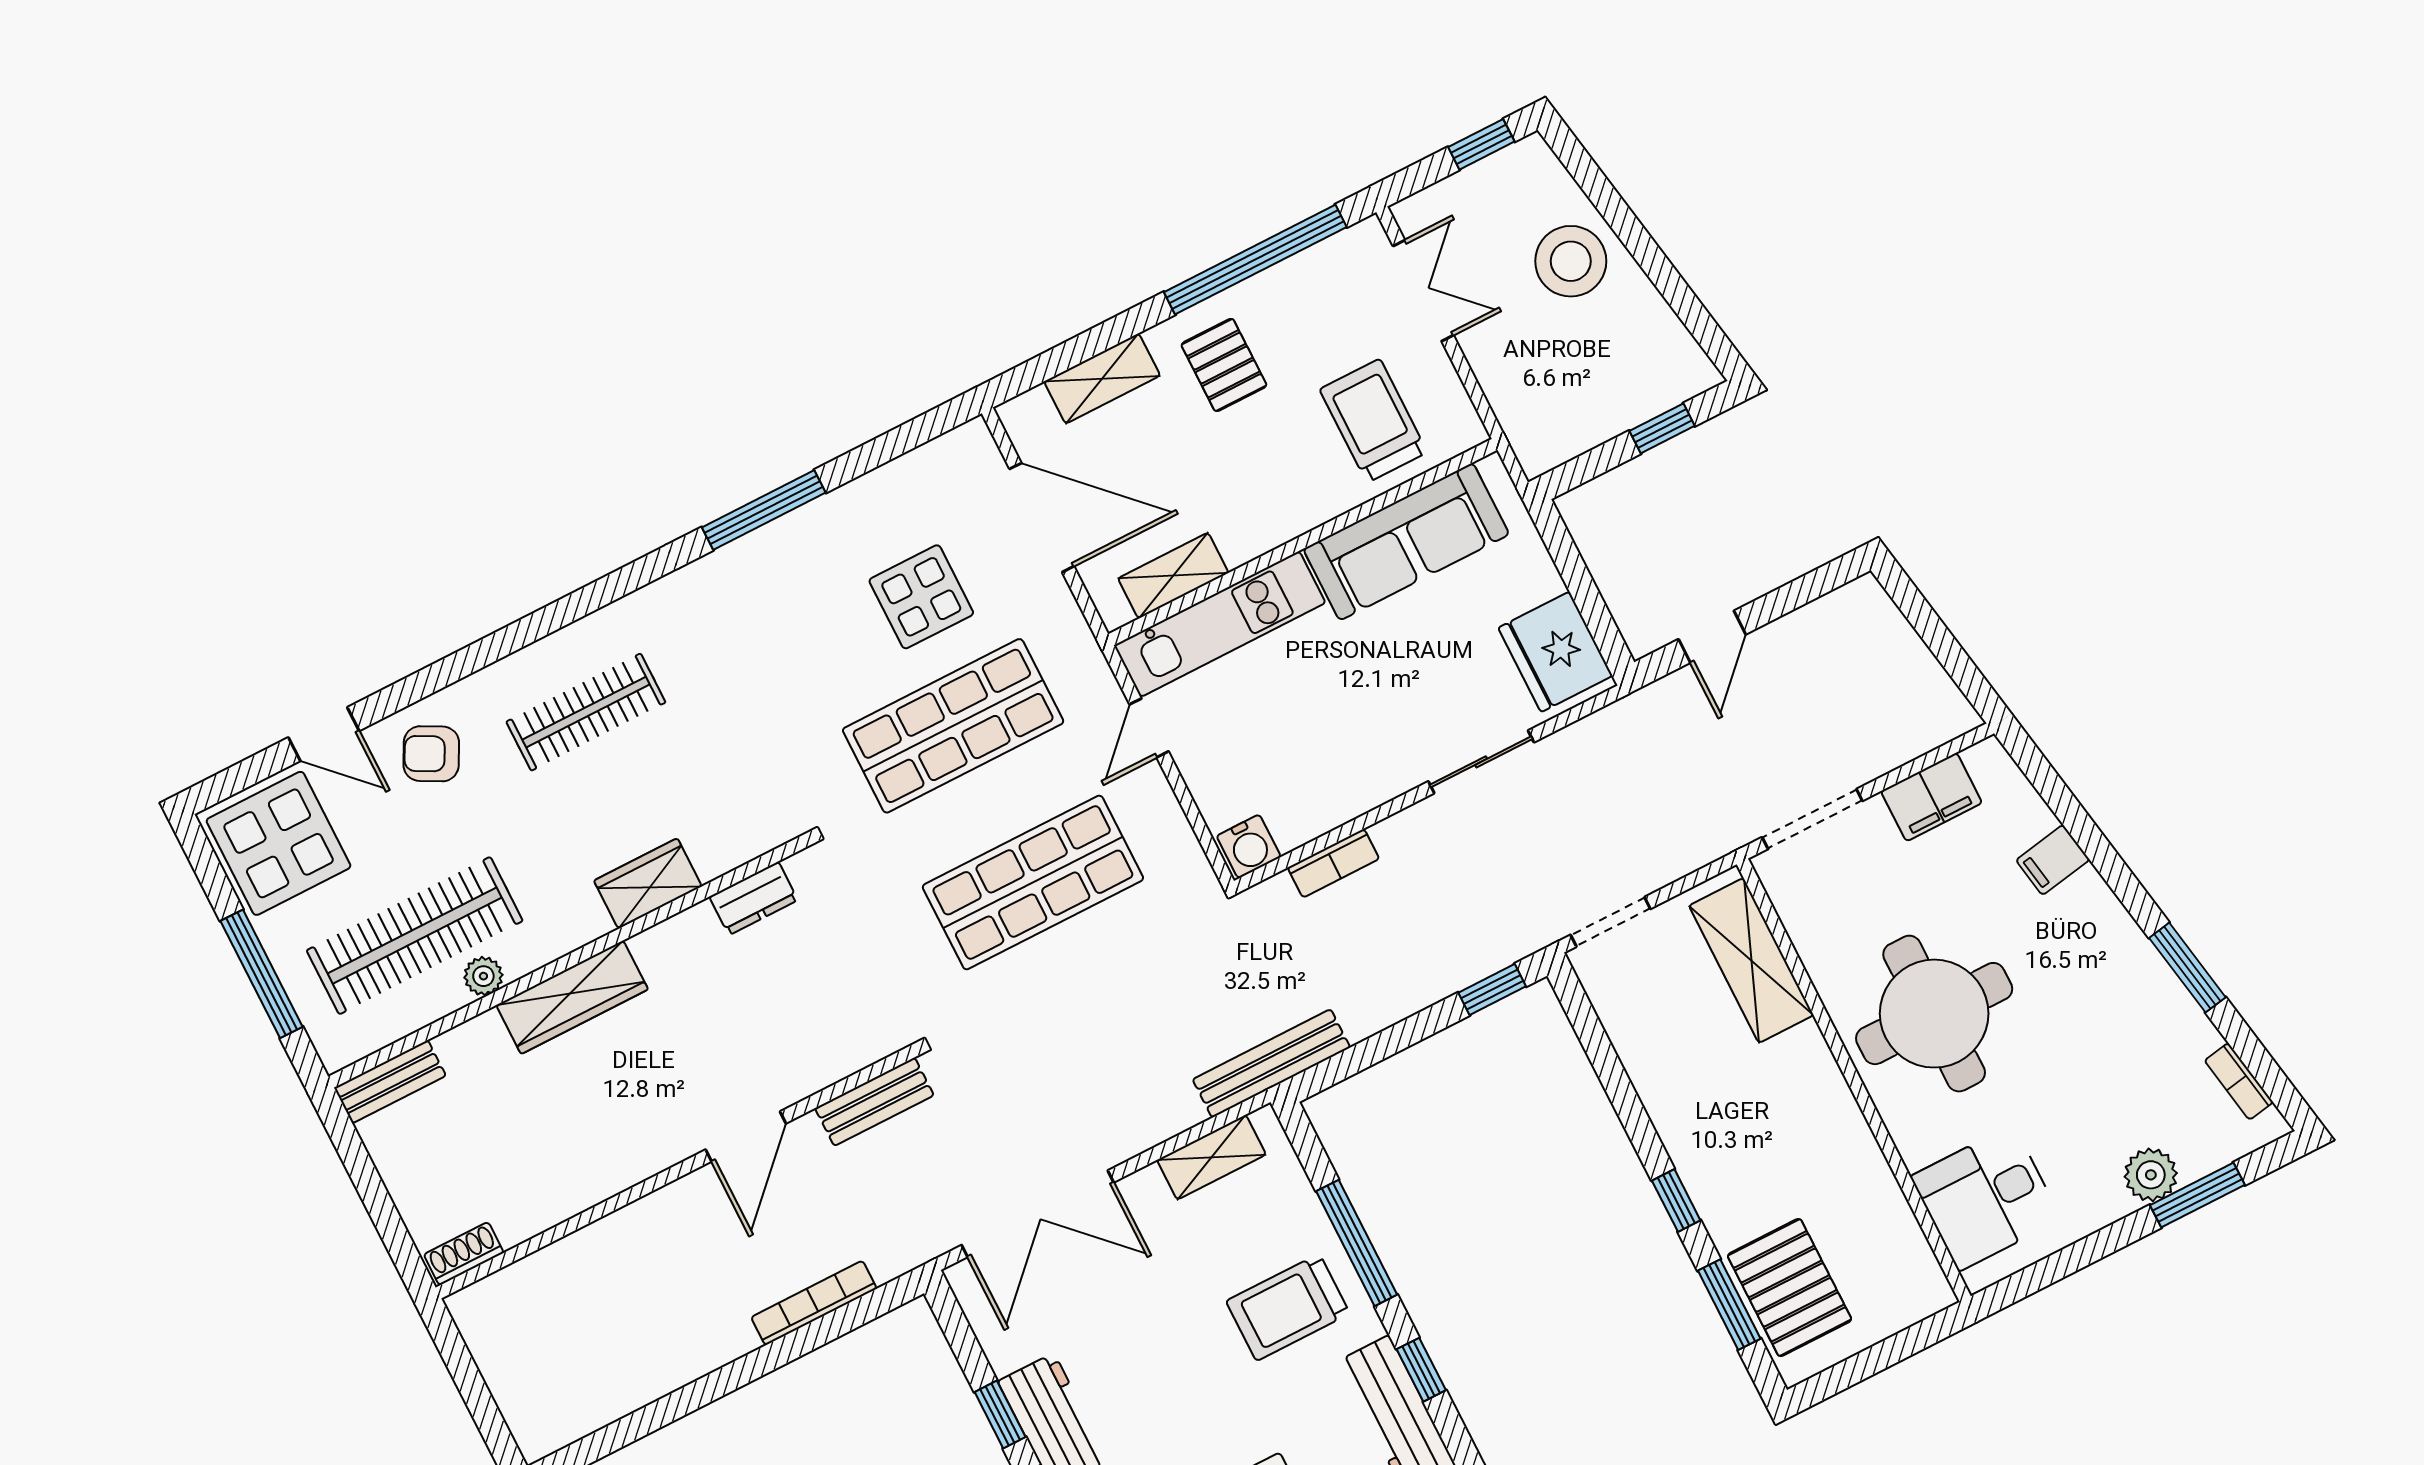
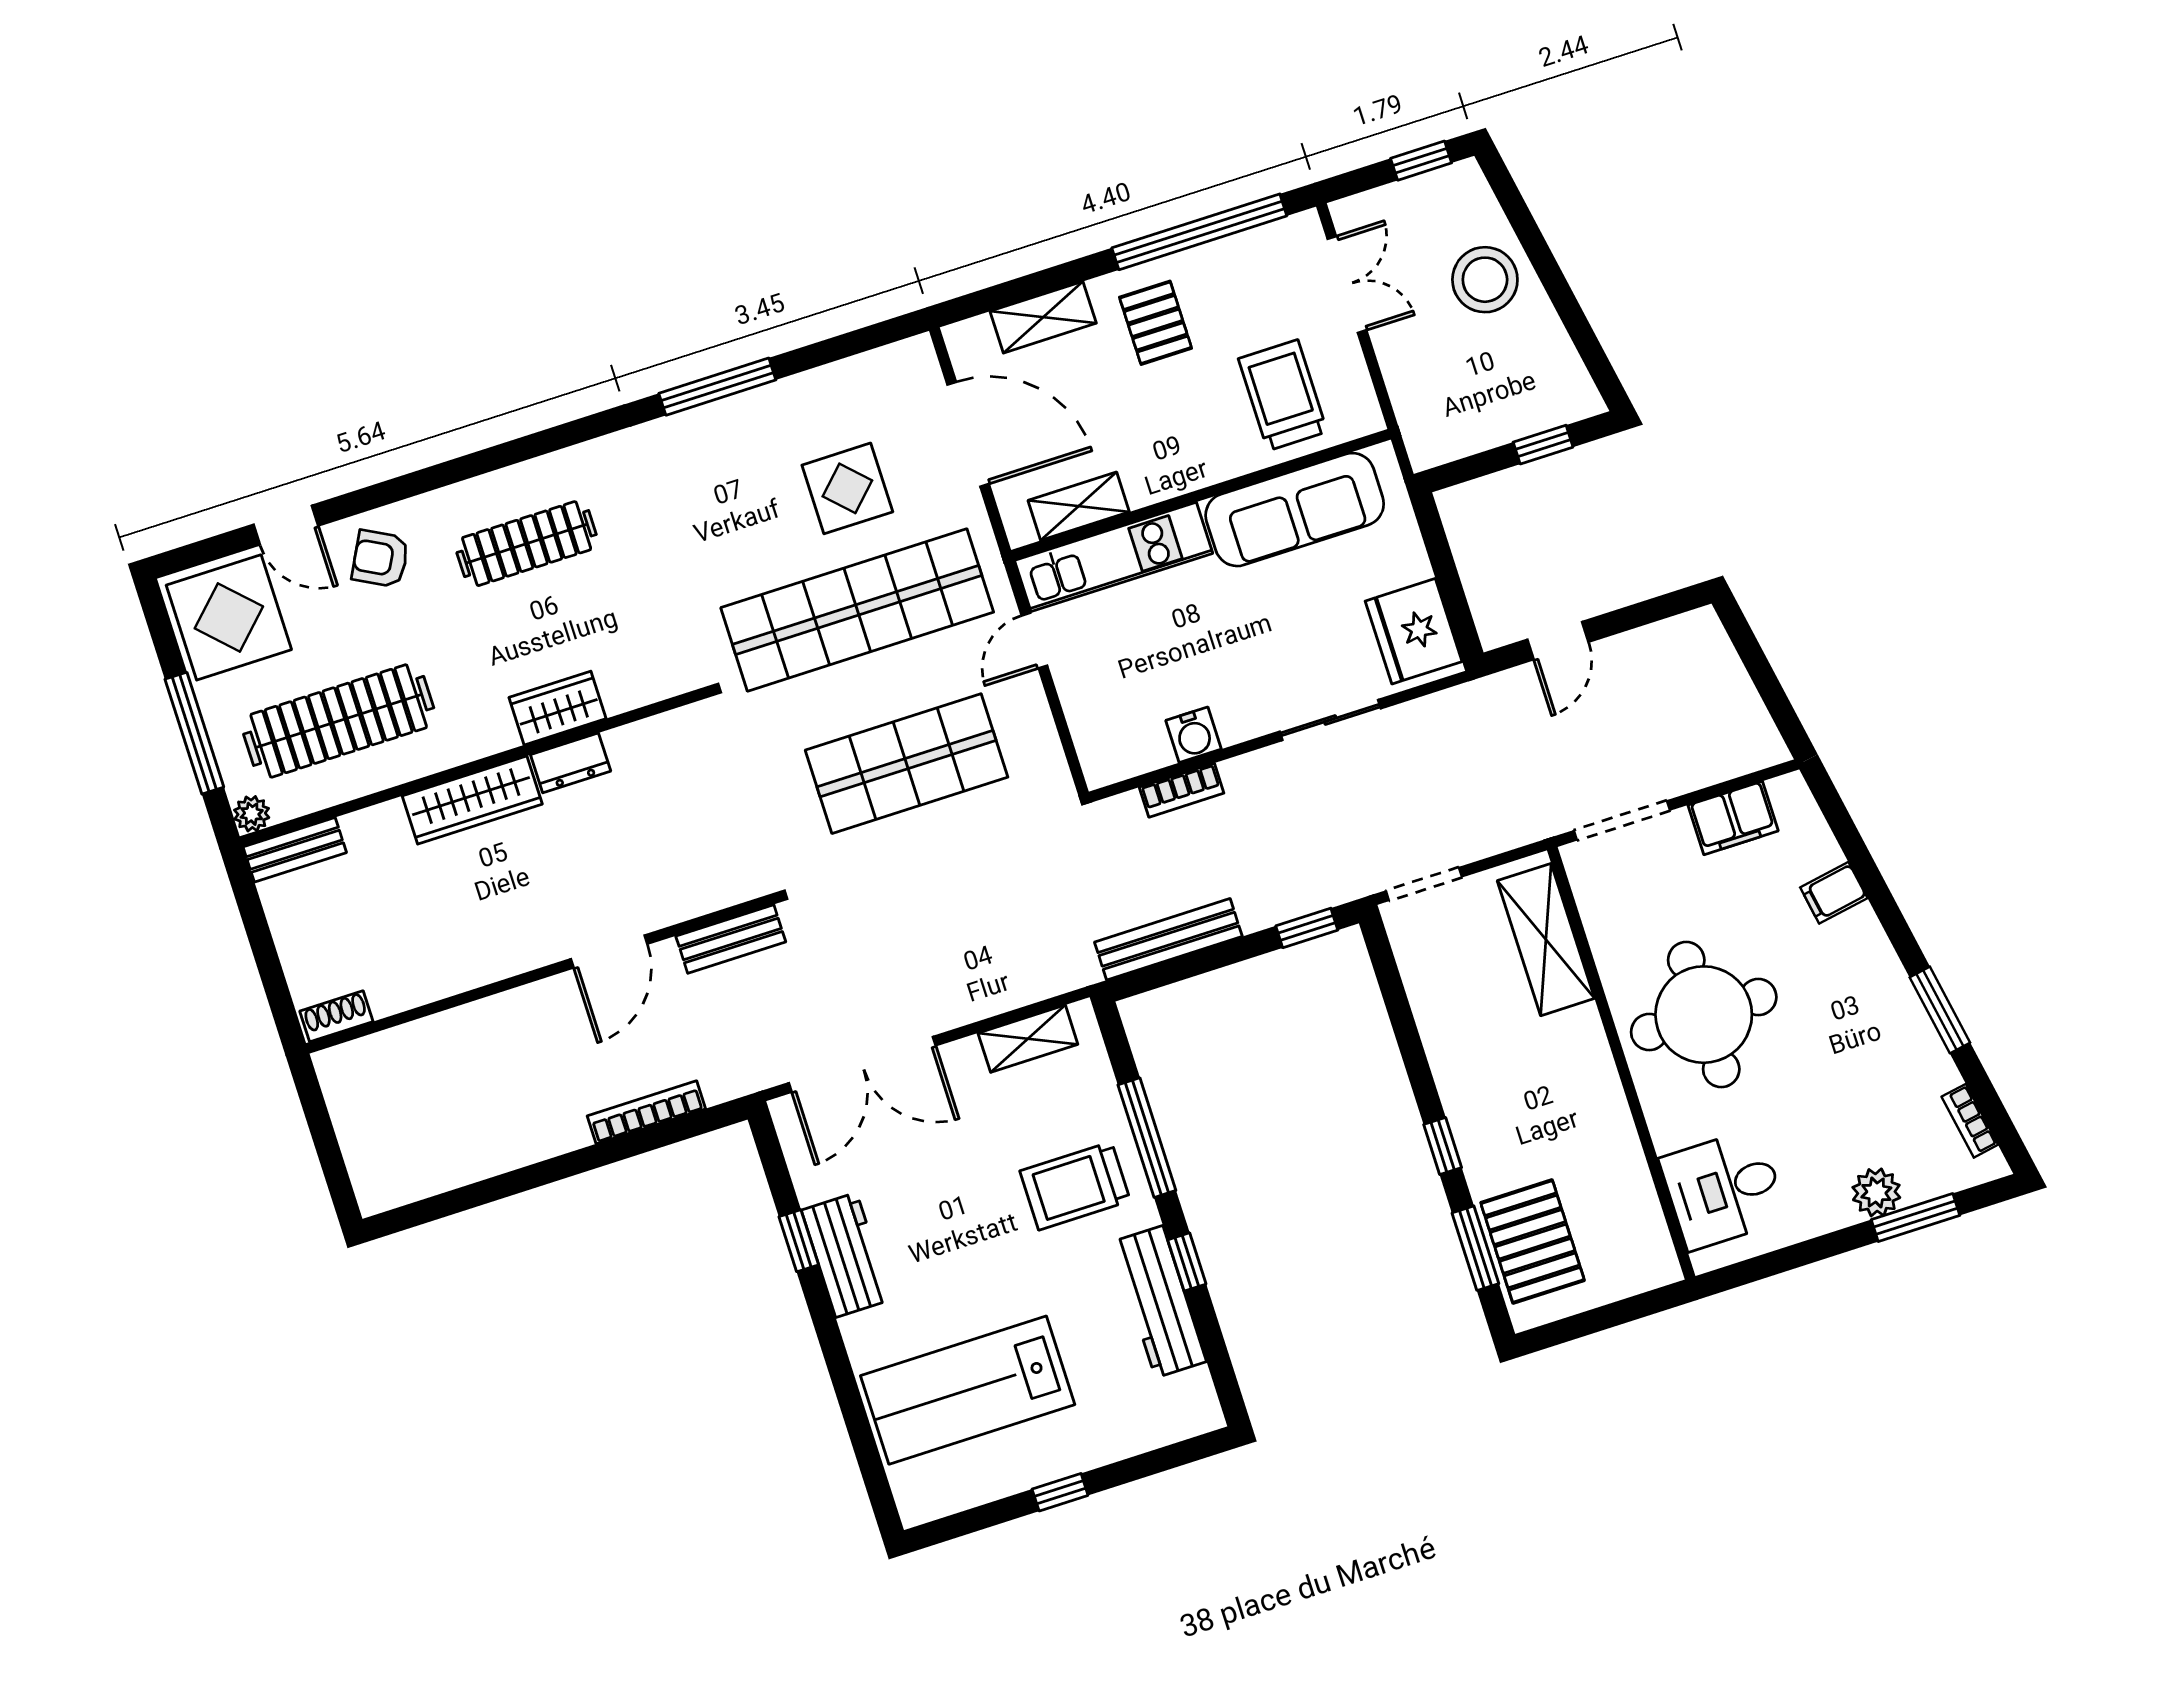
shop shelf: (953, 726) -> (857, 610), width x1.40
water cooler: (1249, 846) -> (1194, 735), moved
dresser: (754, 898) -> (571, 763), moved
plant: (483, 976) -> (252, 814), moved
bench: (1271, 1063) -> (1168, 939), moved

